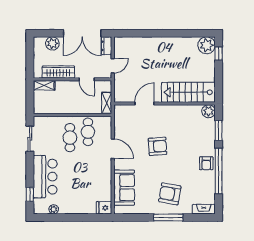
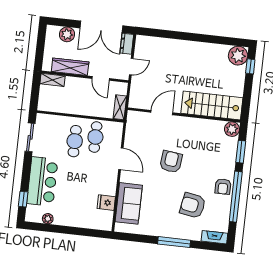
armchair: (158, 146) -> (171, 162), turned -79
armchair: (170, 194) -> (193, 205), moved
fridge: (104, 208) -> (106, 203), moved

